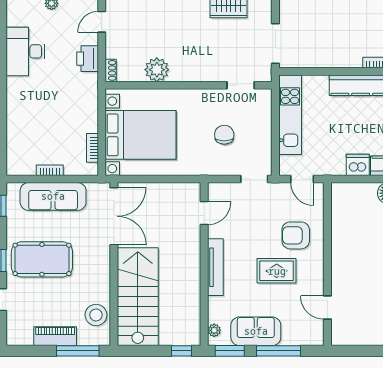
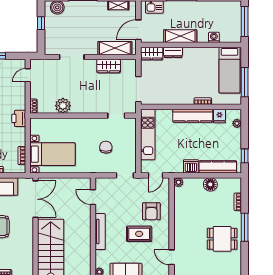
printer: (88, 59) -> (19, 118), moved
bed with nightstands: (141, 135) -> (52, 154), width x0.73
door: (302, 179) -> (155, 175), hinge flipped
plant: (338, 190) -> (178, 182), added
door: (204, 213) -> (93, 197), swing flipped
armchair: (296, 235) -> (151, 211), turned -90
stool: (96, 315) -> (24, 262), removed

